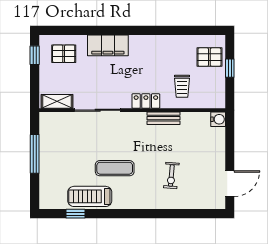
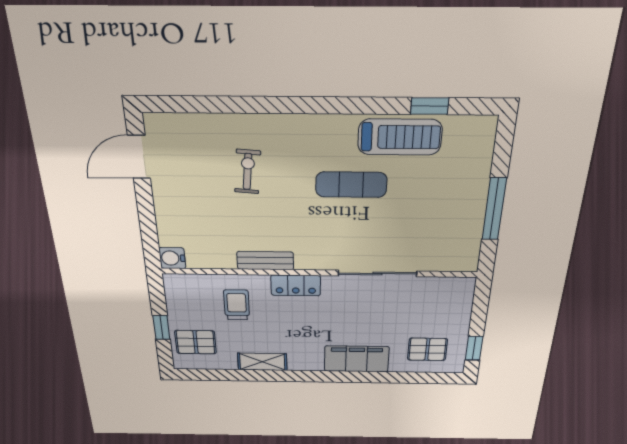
shelving: (57, 101) -> (262, 362), moved

